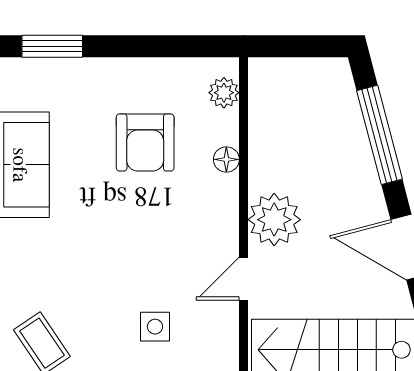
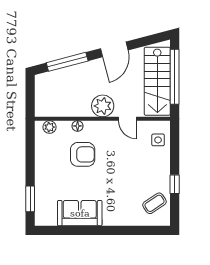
armchair: (145, 143) -> (83, 154), moved
side table: (155, 327) -> (158, 140), moved

